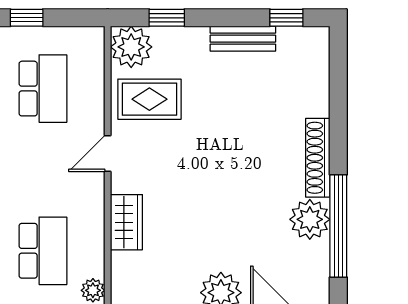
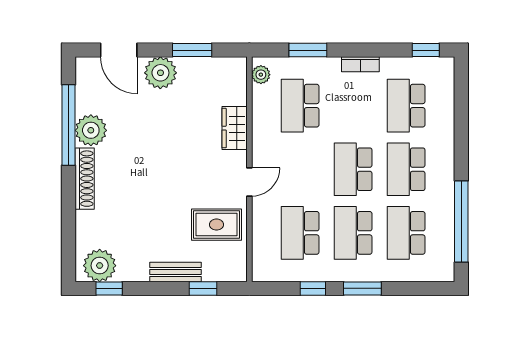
bench: (243, 39) -> (176, 272), moved
plant: (131, 47) -> (100, 266), moved

